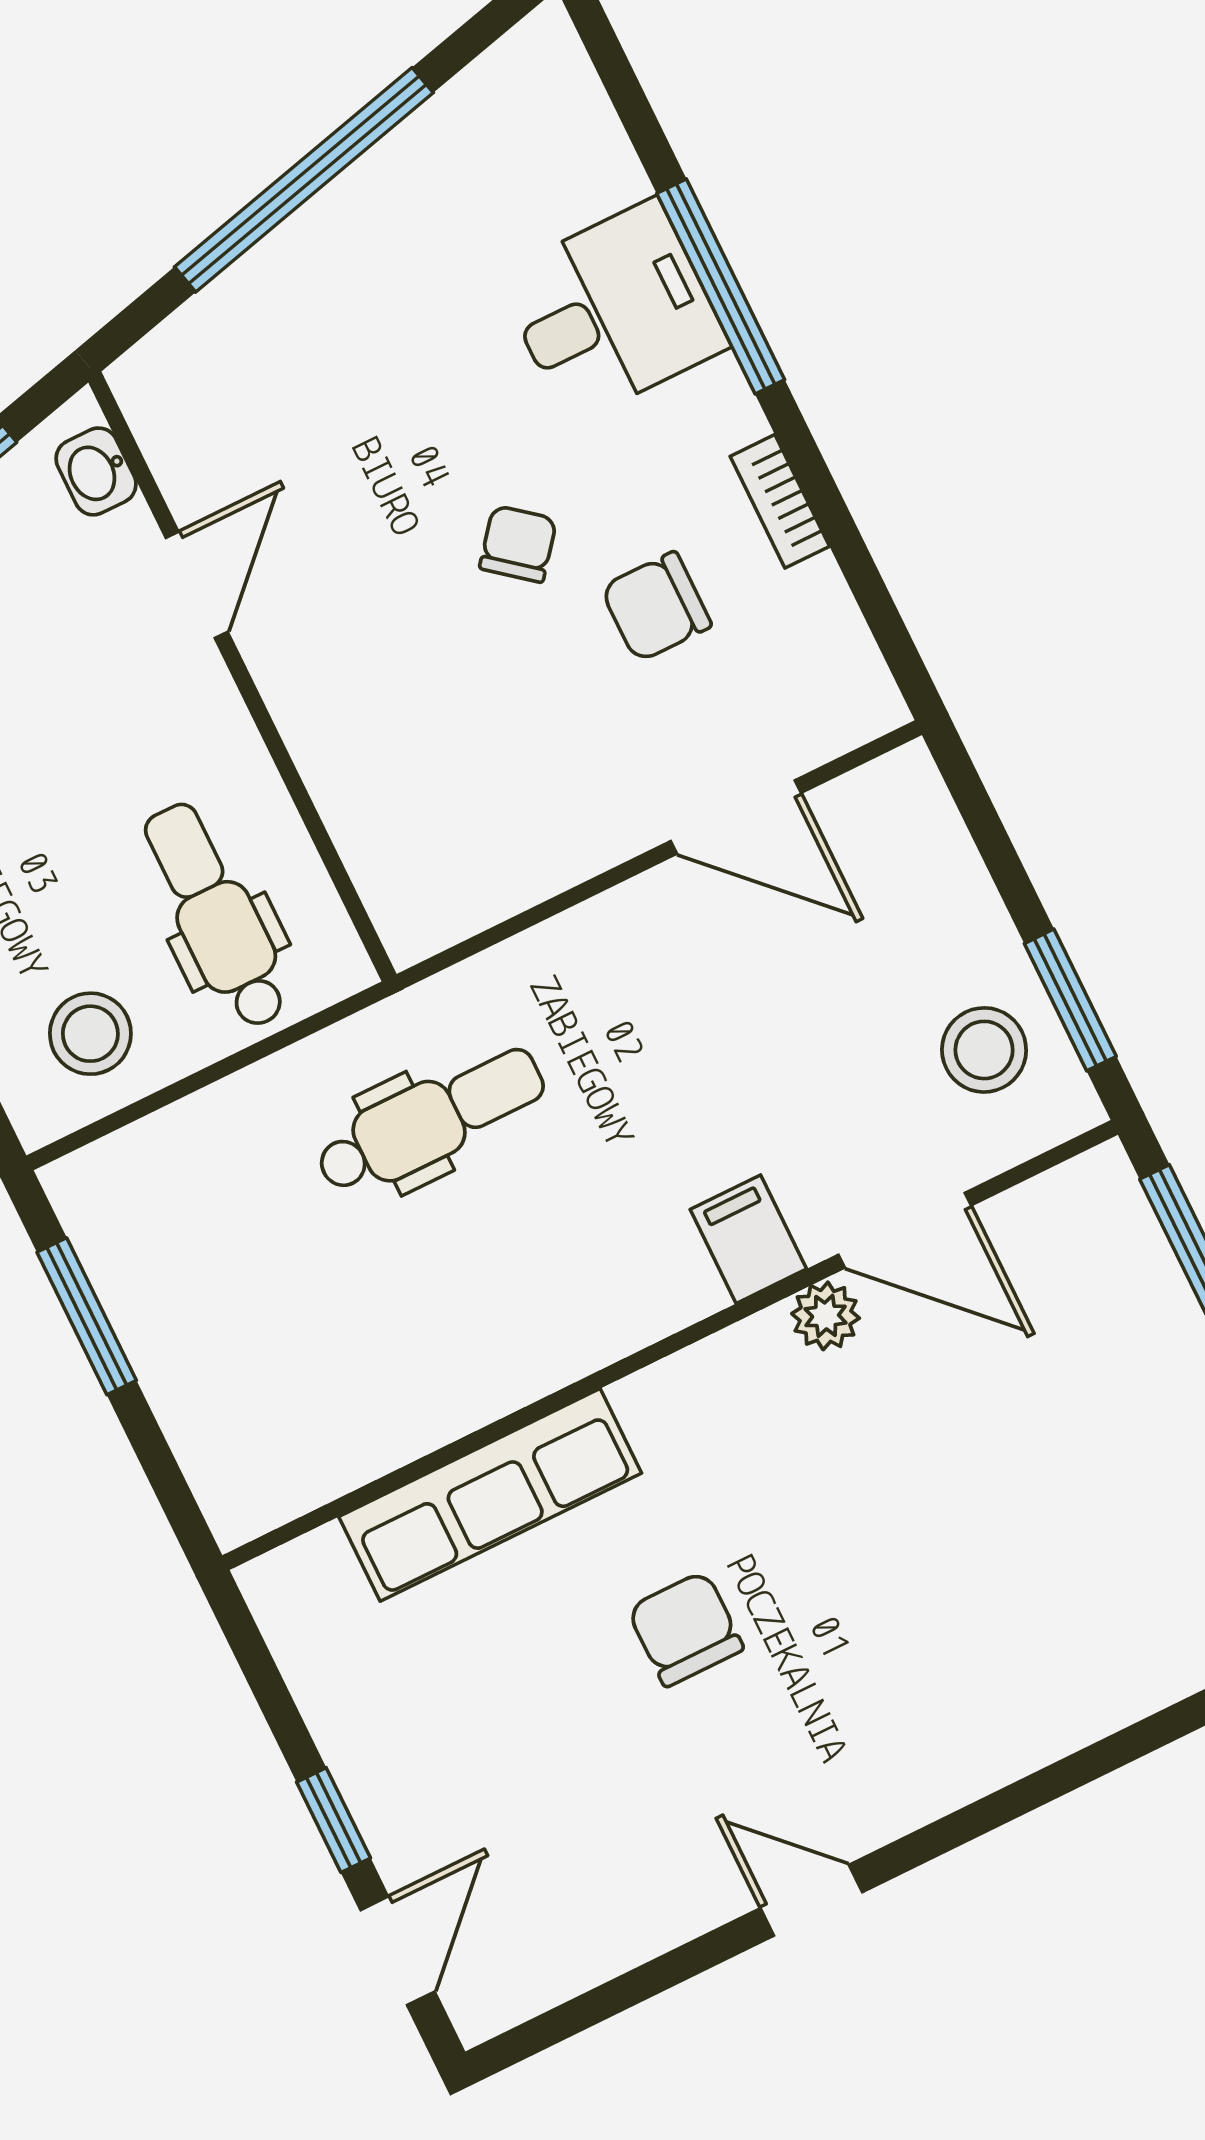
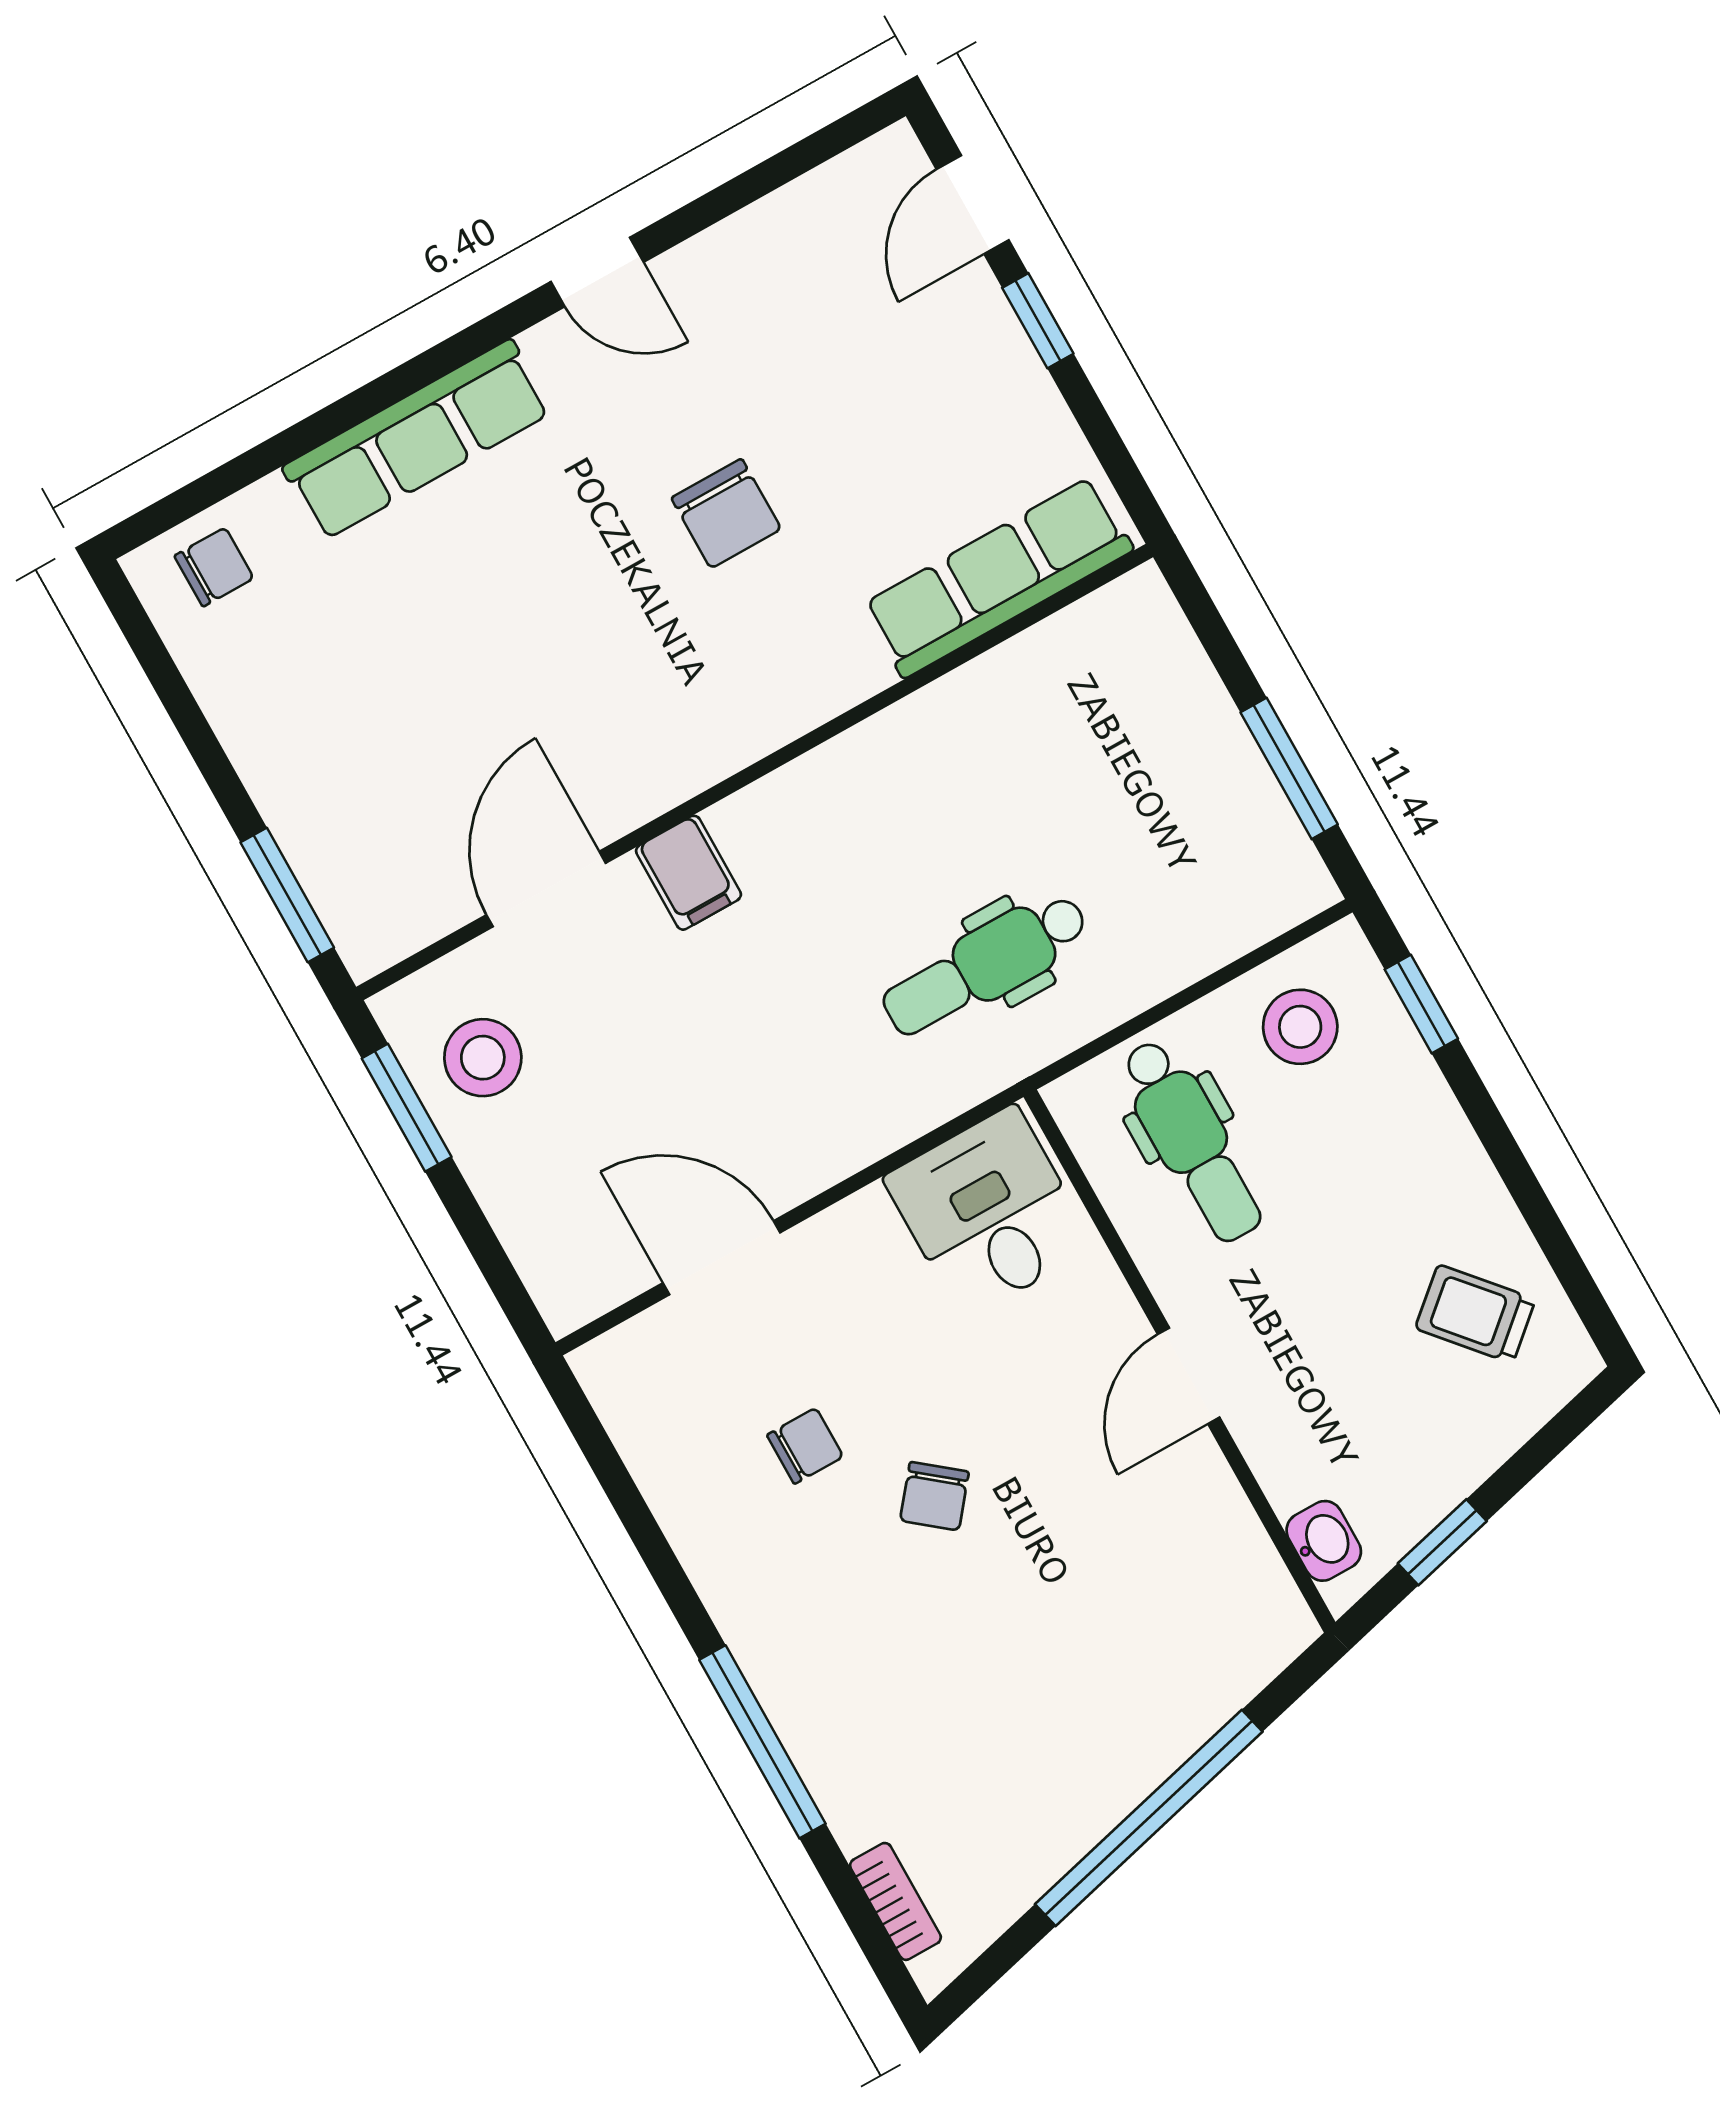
desk: (613, 311) -> (989, 1212), moved, turned 90
bookcase: (780, 501) -> (895, 1901), moved
door: (197, 585) -> (1189, 1376), moved
chair: (656, 607) -> (805, 1446), width x0.73, depth x0.73
door: (905, 1230) -> (546, 889), hinge flipped
plant: (826, 1316) -> (614, 807), removed
row of seats: (490, 1495) -> (998, 577), moved
row of seats: (1018, 1728) -> (417, 440), added

